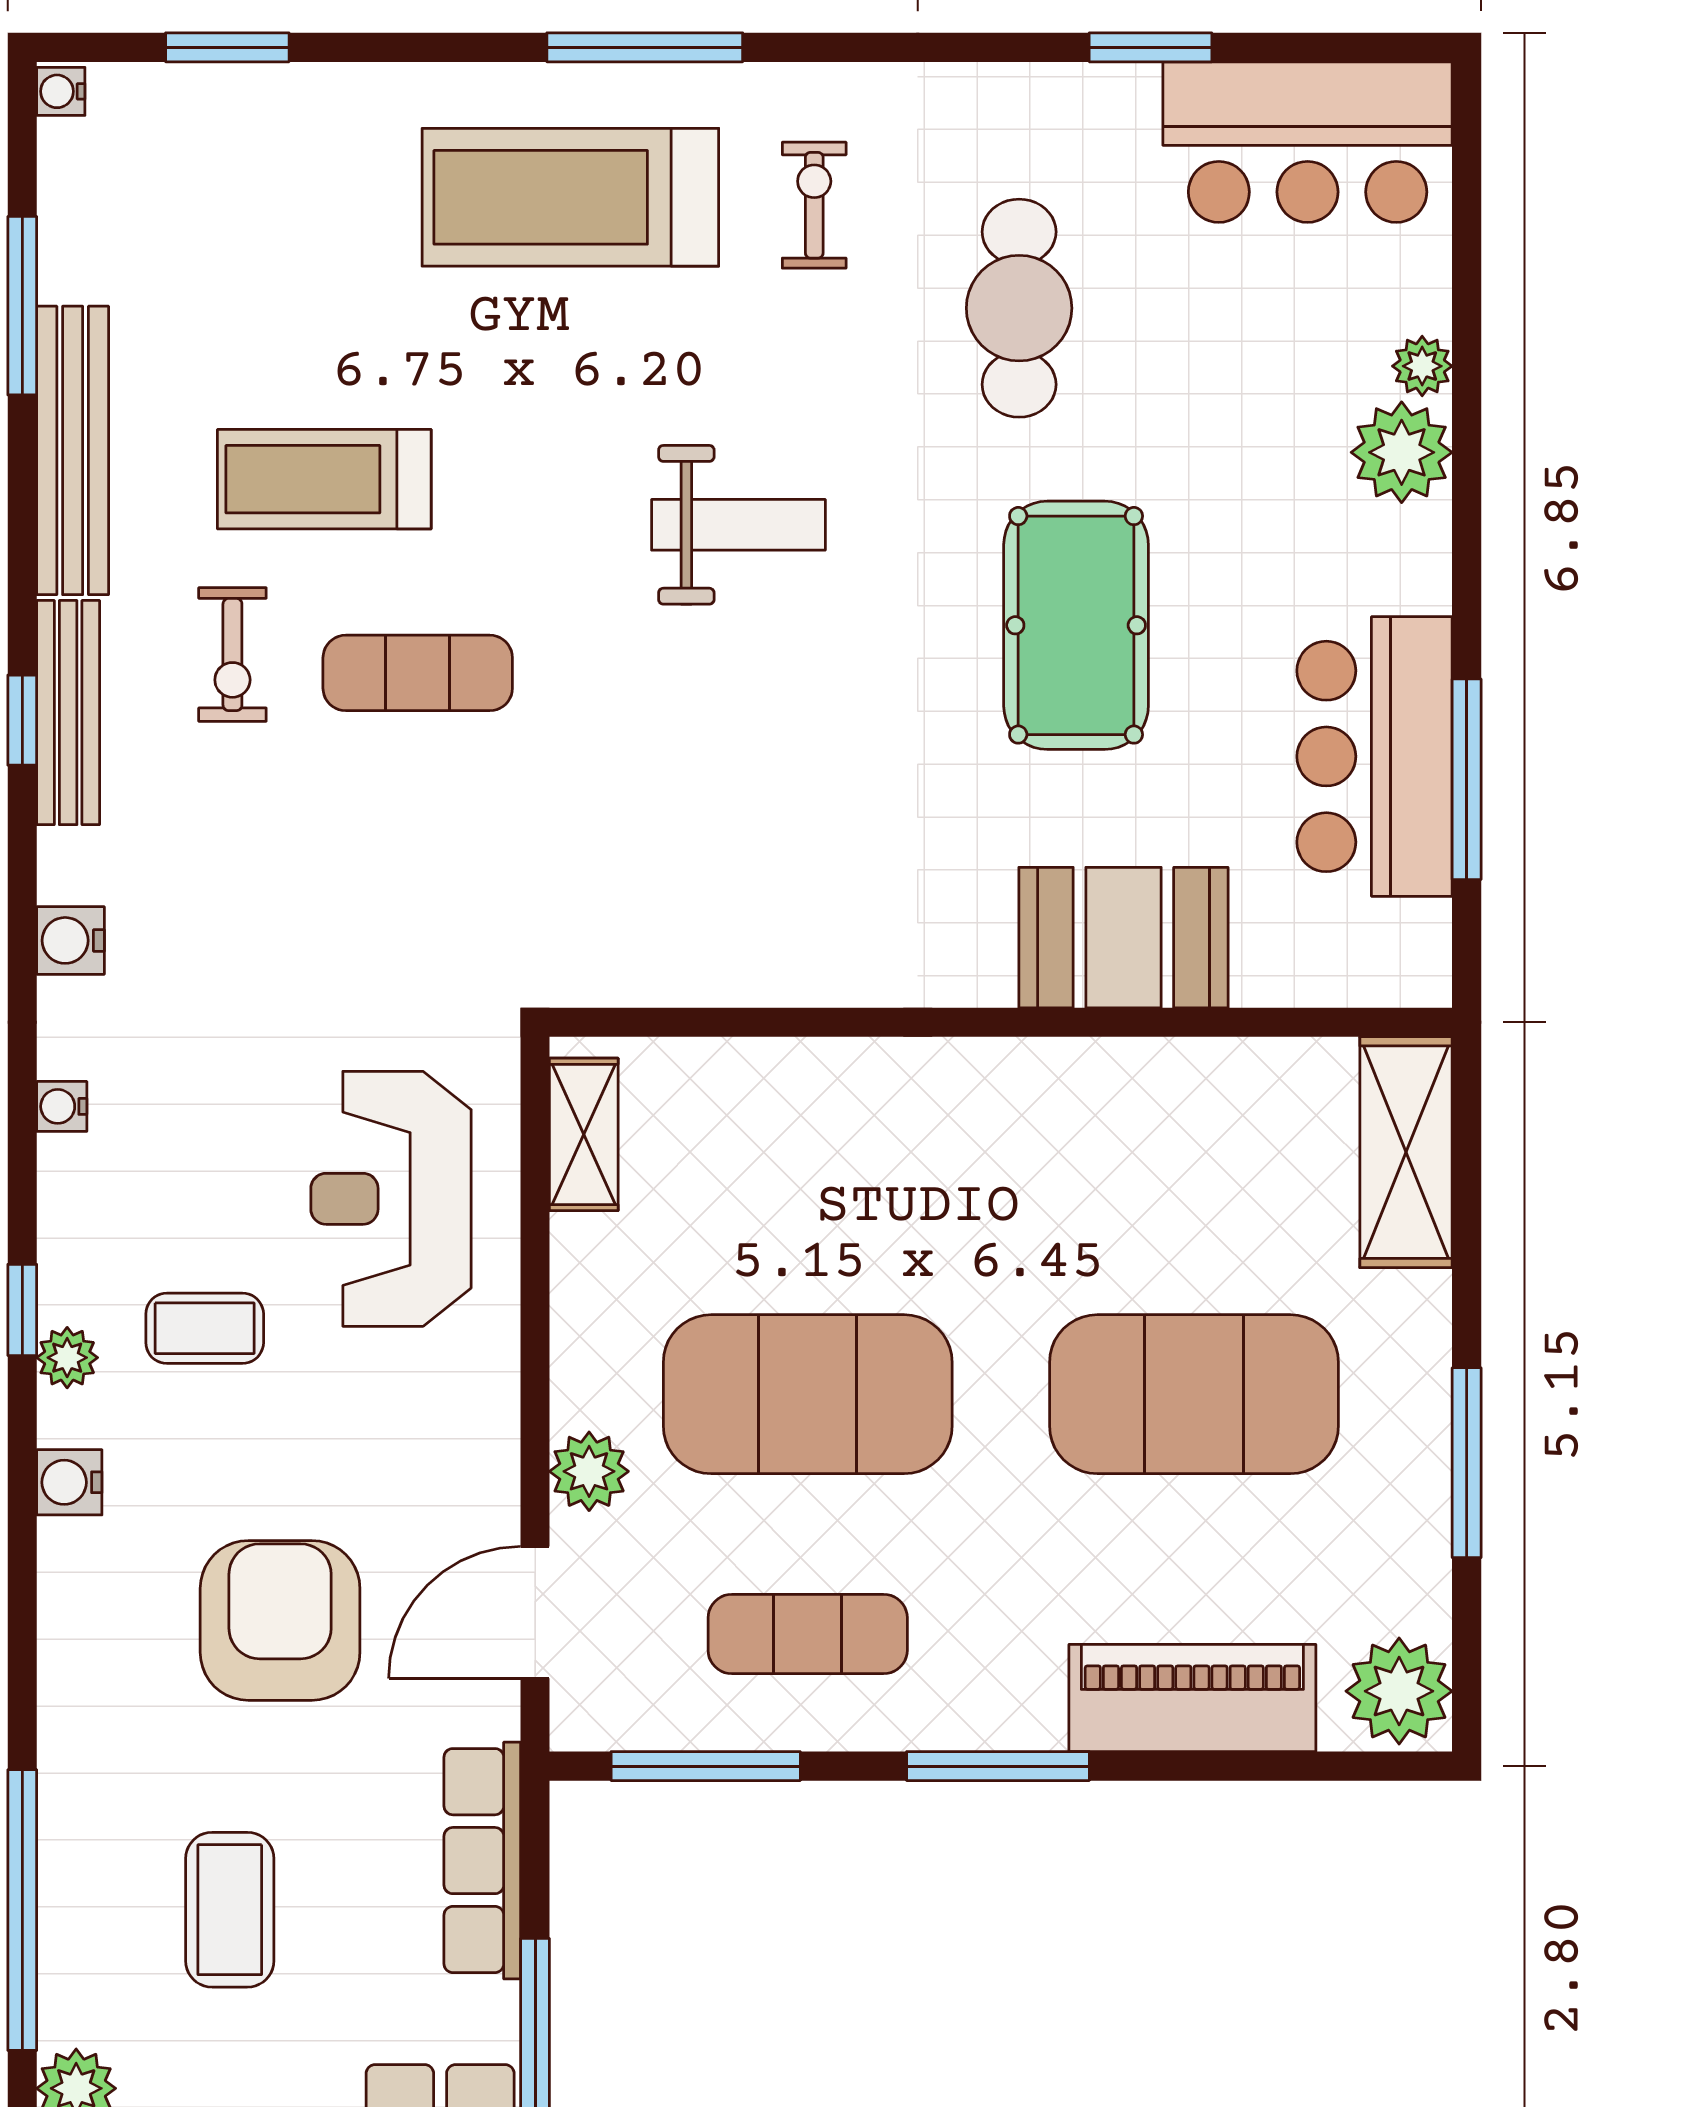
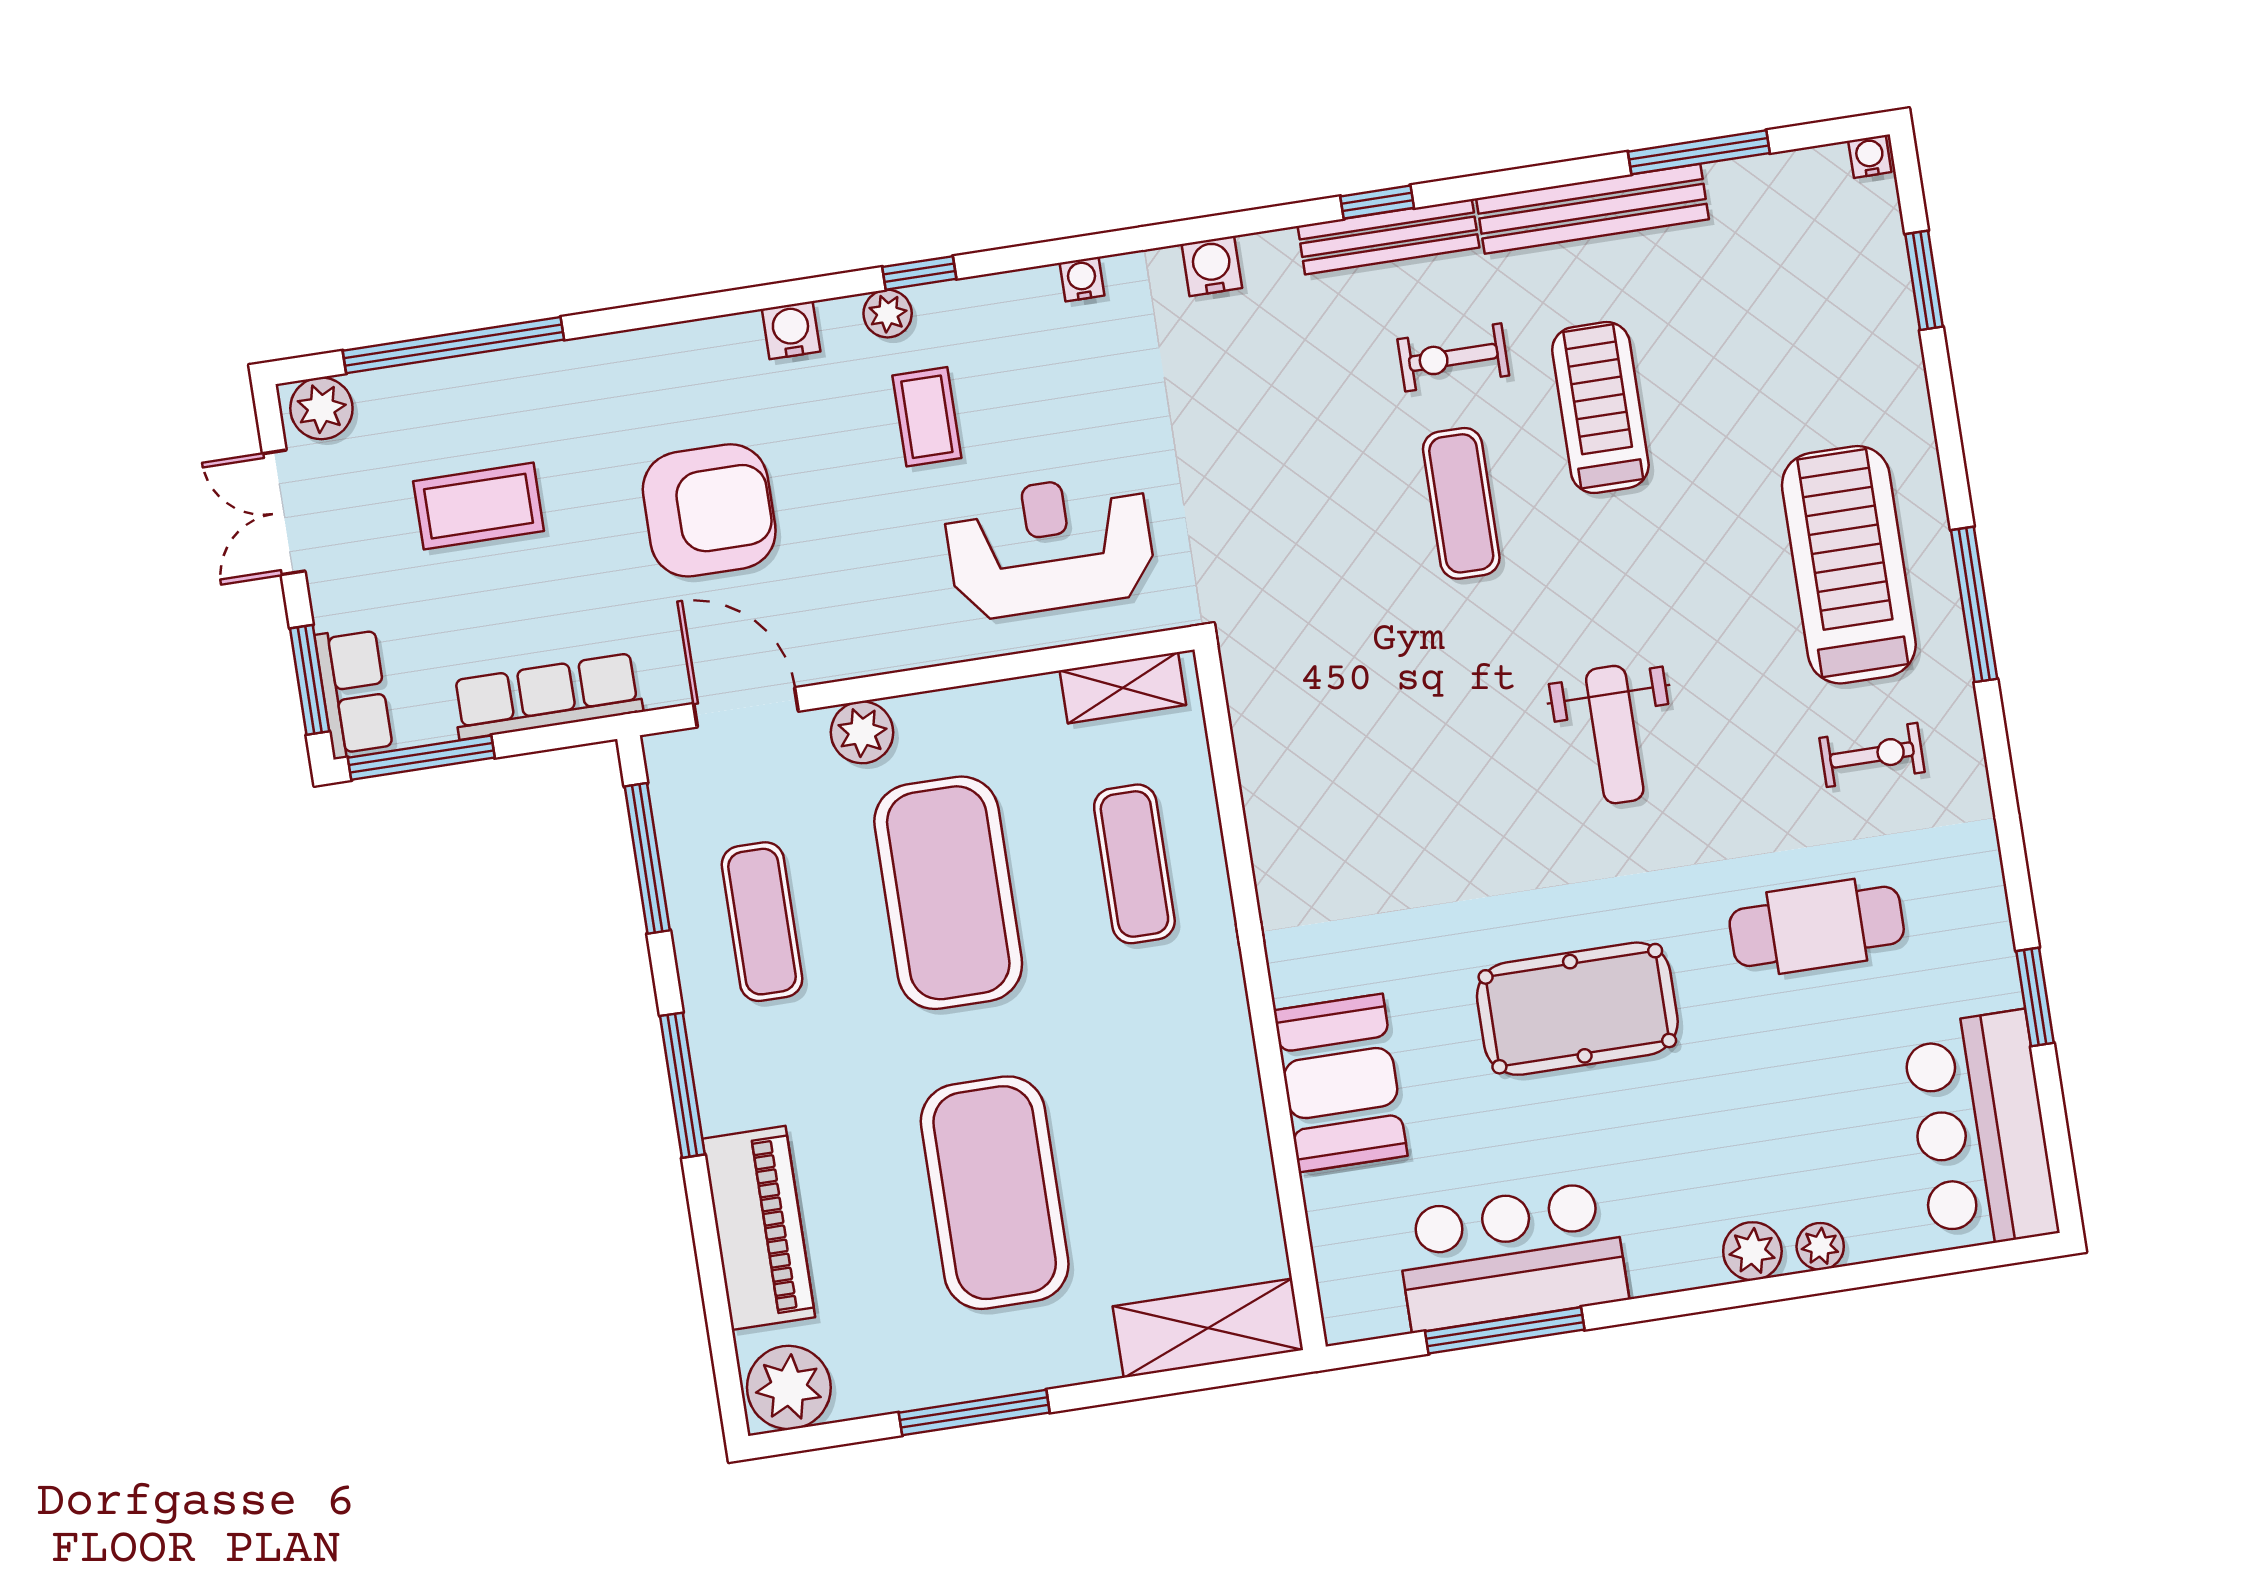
plant: (1402, 452) -> (1752, 1251), width x0.73, depth x0.73
exercise mat: (808, 1154) -> (1134, 864), added

